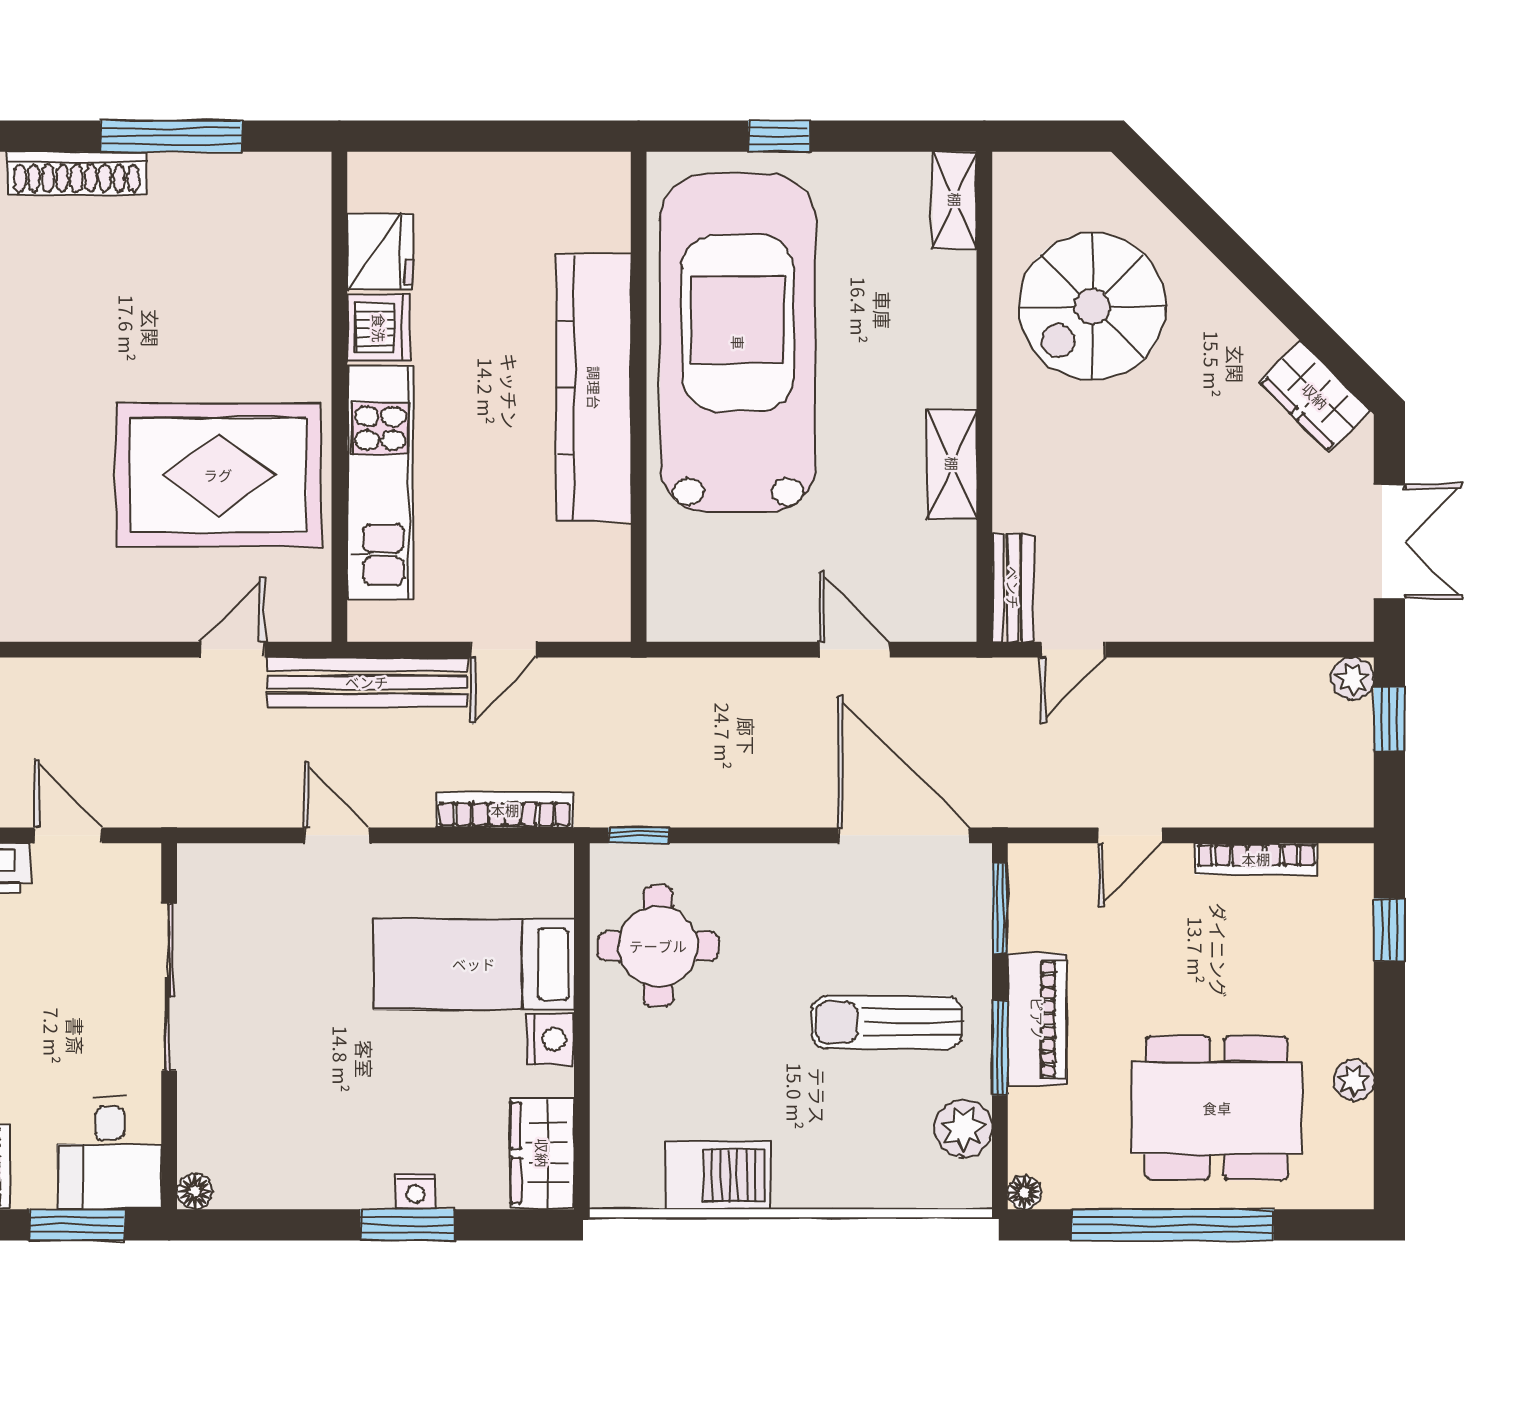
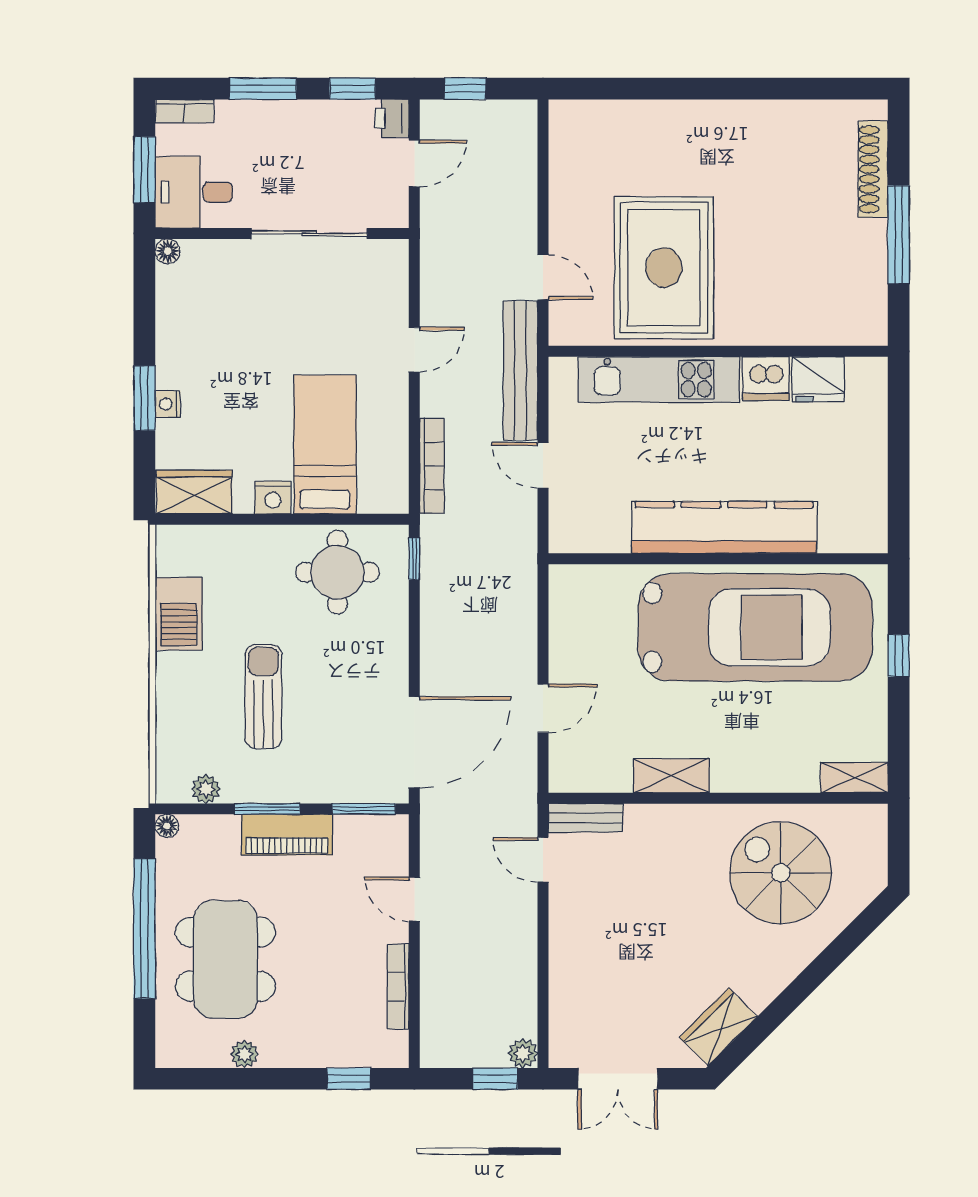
sun lounger: (887, 1022) -> (263, 697), moved
plant: (963, 1128) -> (206, 789), width x0.73, depth x0.73

